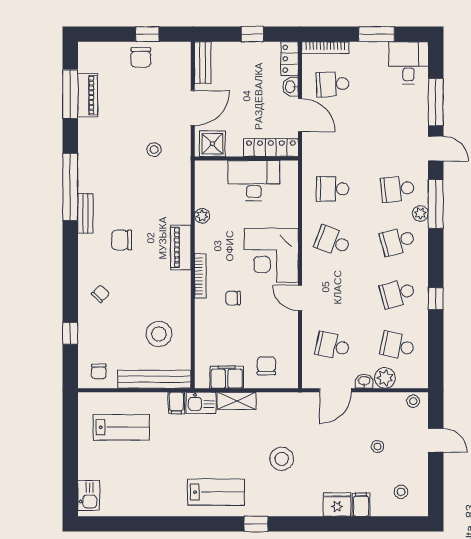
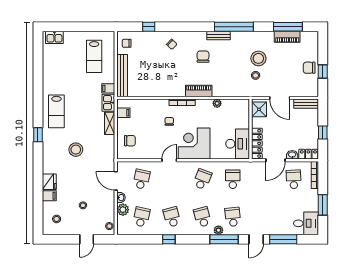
desk: (254, 181) -> (238, 144), moved
stool: (159, 334) -> (258, 58), moved
filing cabinet: (227, 377) -> (123, 113), width x0.50

